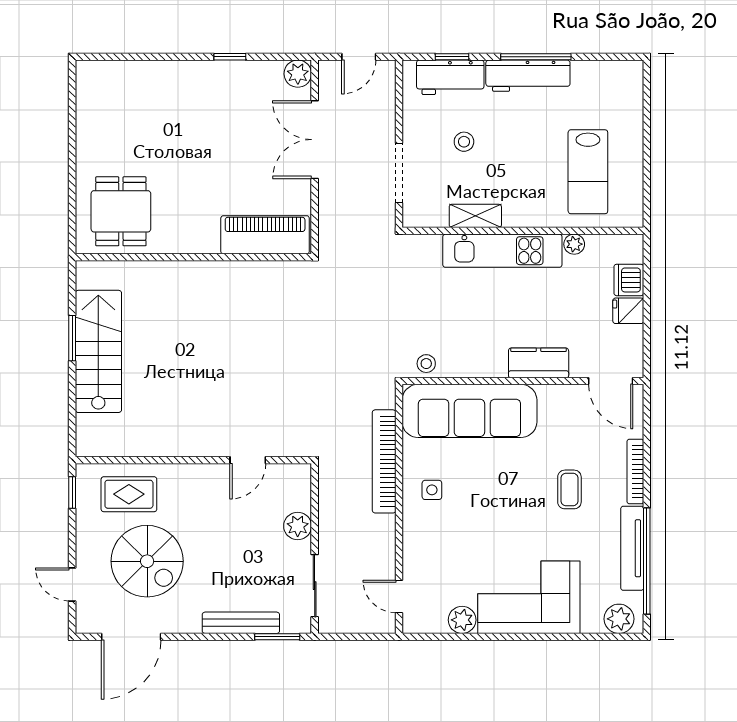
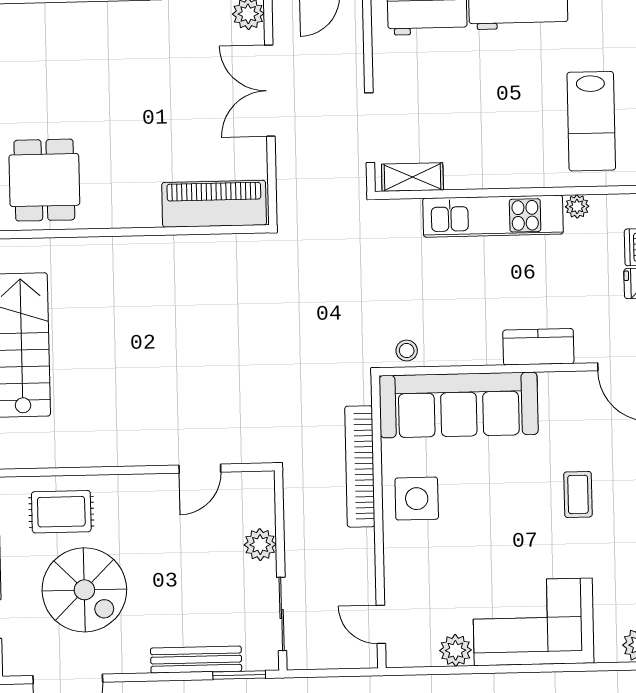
stool: (464, 142) -> (445, 89), removed
shelving: (475, 216) -> (412, 177), moved
side table: (432, 490) -> (417, 499), width x1.87, depth x1.87

